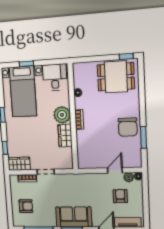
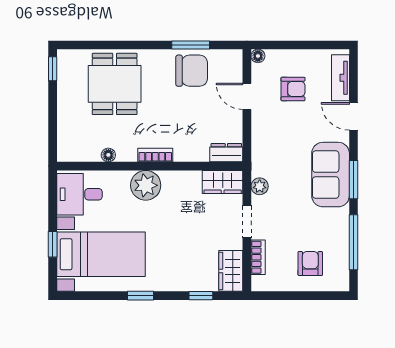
dining table: (116, 77) -> (115, 84), moved
chair: (128, 127) -> (192, 71), moved
wardrobe: (65, 136) -> (223, 182), moved
dresser: (83, 160) -> (226, 153), added
plant: (129, 177) -> (260, 186), moved
armchair: (120, 196) -> (293, 89), turned 180

